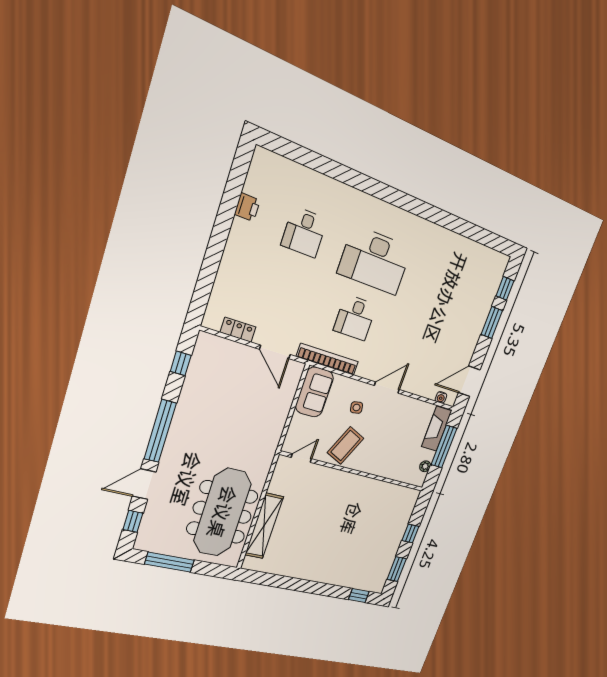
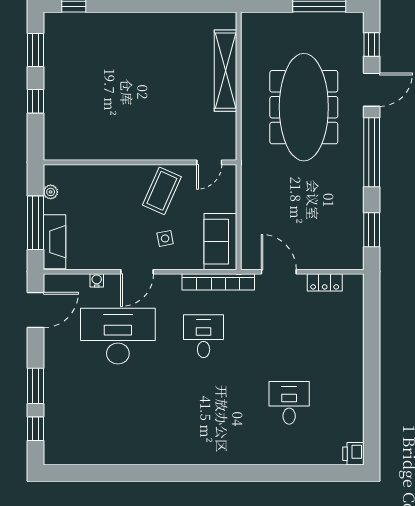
printer: (247, 207) -> (353, 454), moved
desk: (375, 260) -> (118, 336), moved
window: (181, 363) -> (372, 230), width x1.50
water cooler: (441, 397) -> (97, 280), moved
meeting table: (222, 512) -> (304, 107), moved

